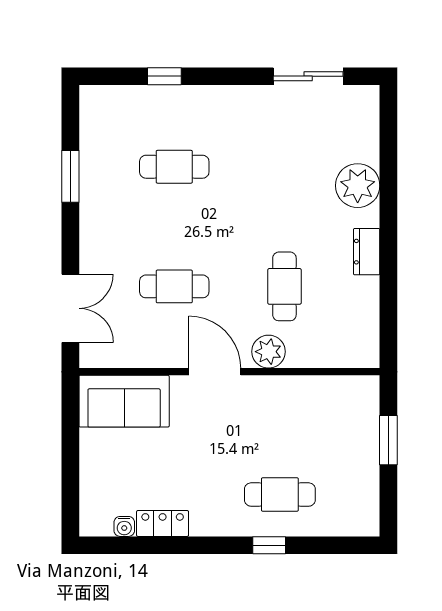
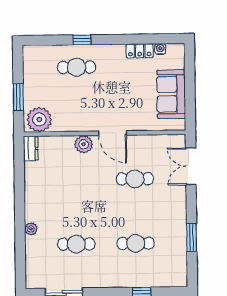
plant: (358, 186) -> (31, 229), width x0.53, depth x0.53
dresser: (367, 252) -> (31, 149), moved
cafe table: (284, 286) -> (76, 244), moved, turned 90
plant: (350, 398) -> (39, 120), added
sofa: (124, 401) -> (171, 94), moved, turned -90

